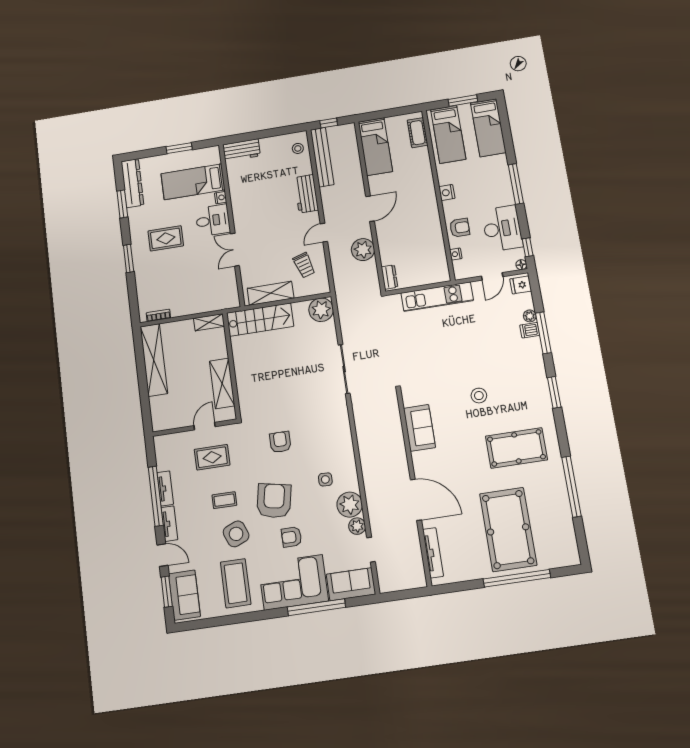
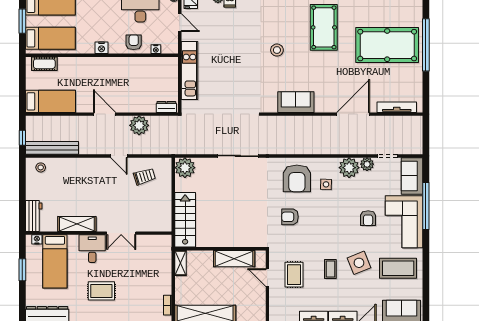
workbench: (306, 194) -> (82, 166), removed
nightstand: (221, 198) -> (37, 239), moved
rug: (166, 238) -> (101, 291), turned 90
shelving: (270, 293) -> (77, 224), moved, turned 90
armchair: (274, 501) -> (297, 178), moved, turned -101

